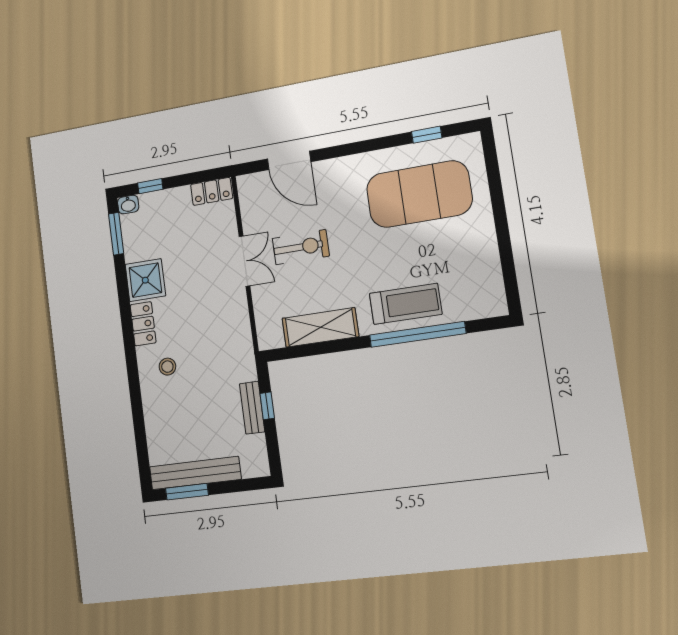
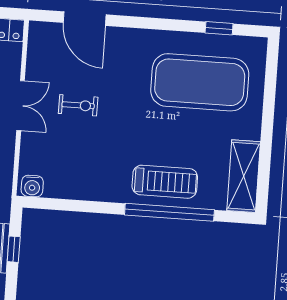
exercise bike: (301, 247) -> (78, 105), width x0.73, depth x0.72
shelving: (320, 327) -> (244, 176), moved, turned 90
water cooler: (272, 338) -> (32, 186), added

